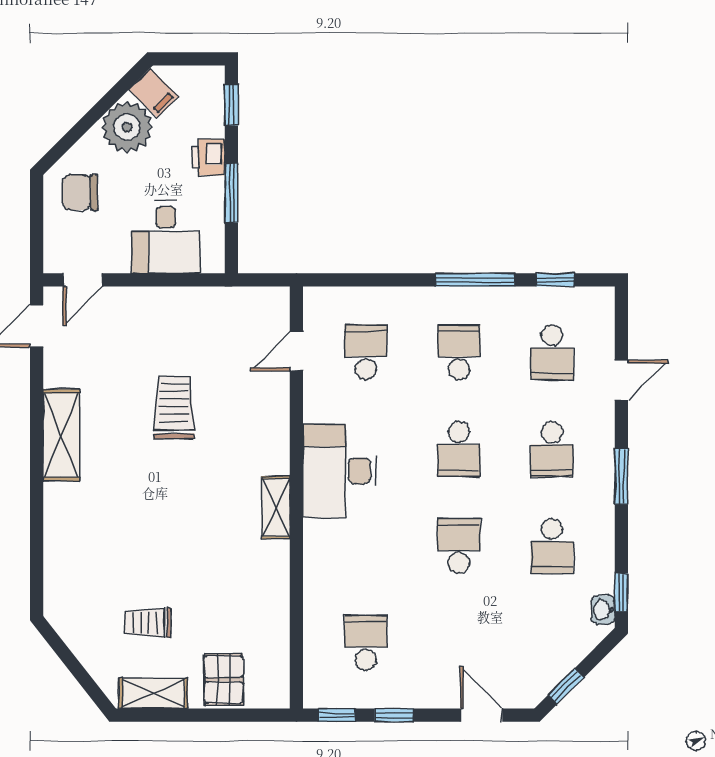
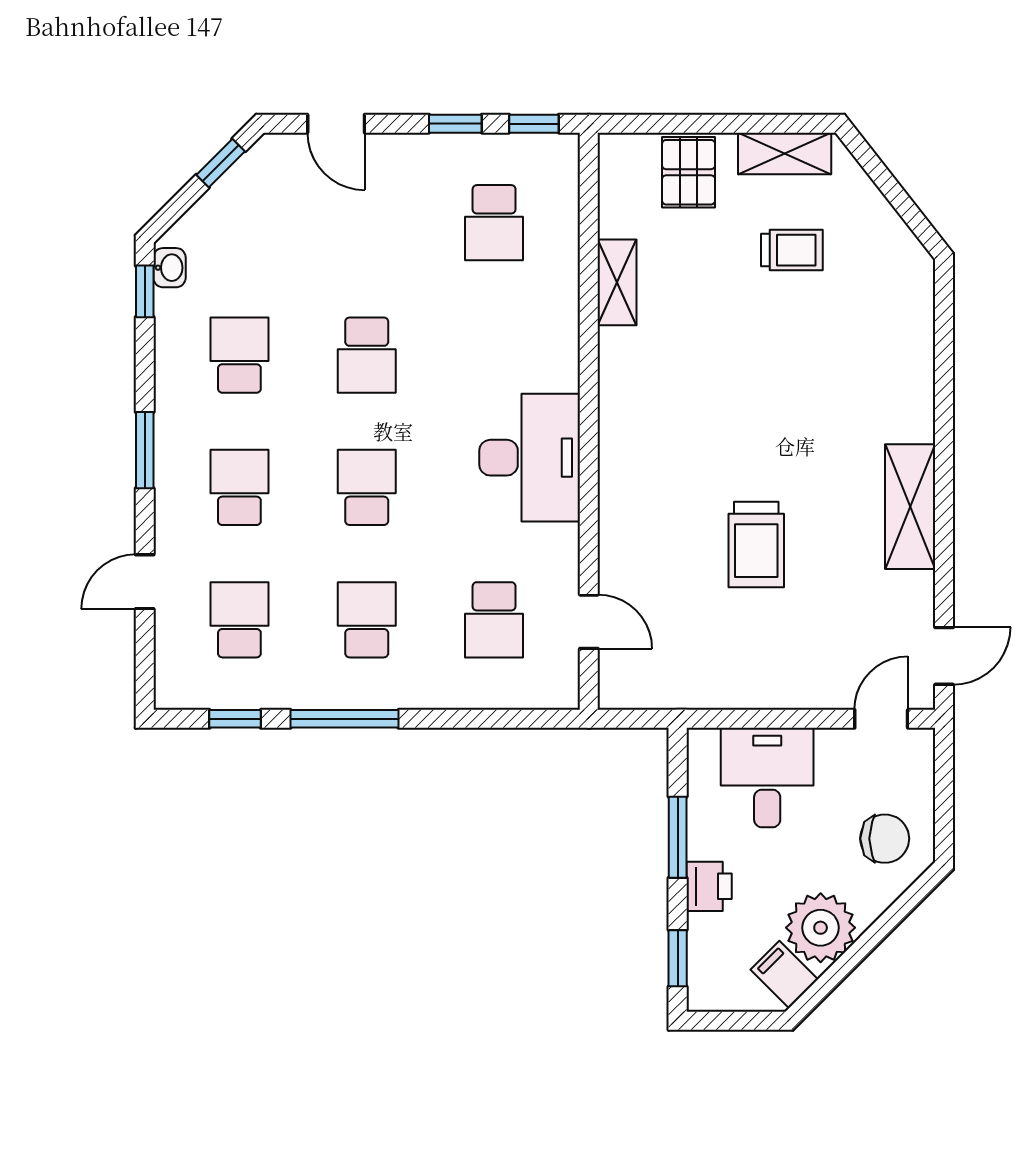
door: (296, 351) -> (589, 622), hinge flipped
school desk: (459, 352) -> (367, 620), turned 180
shelving: (276, 507) -> (617, 282), moved

